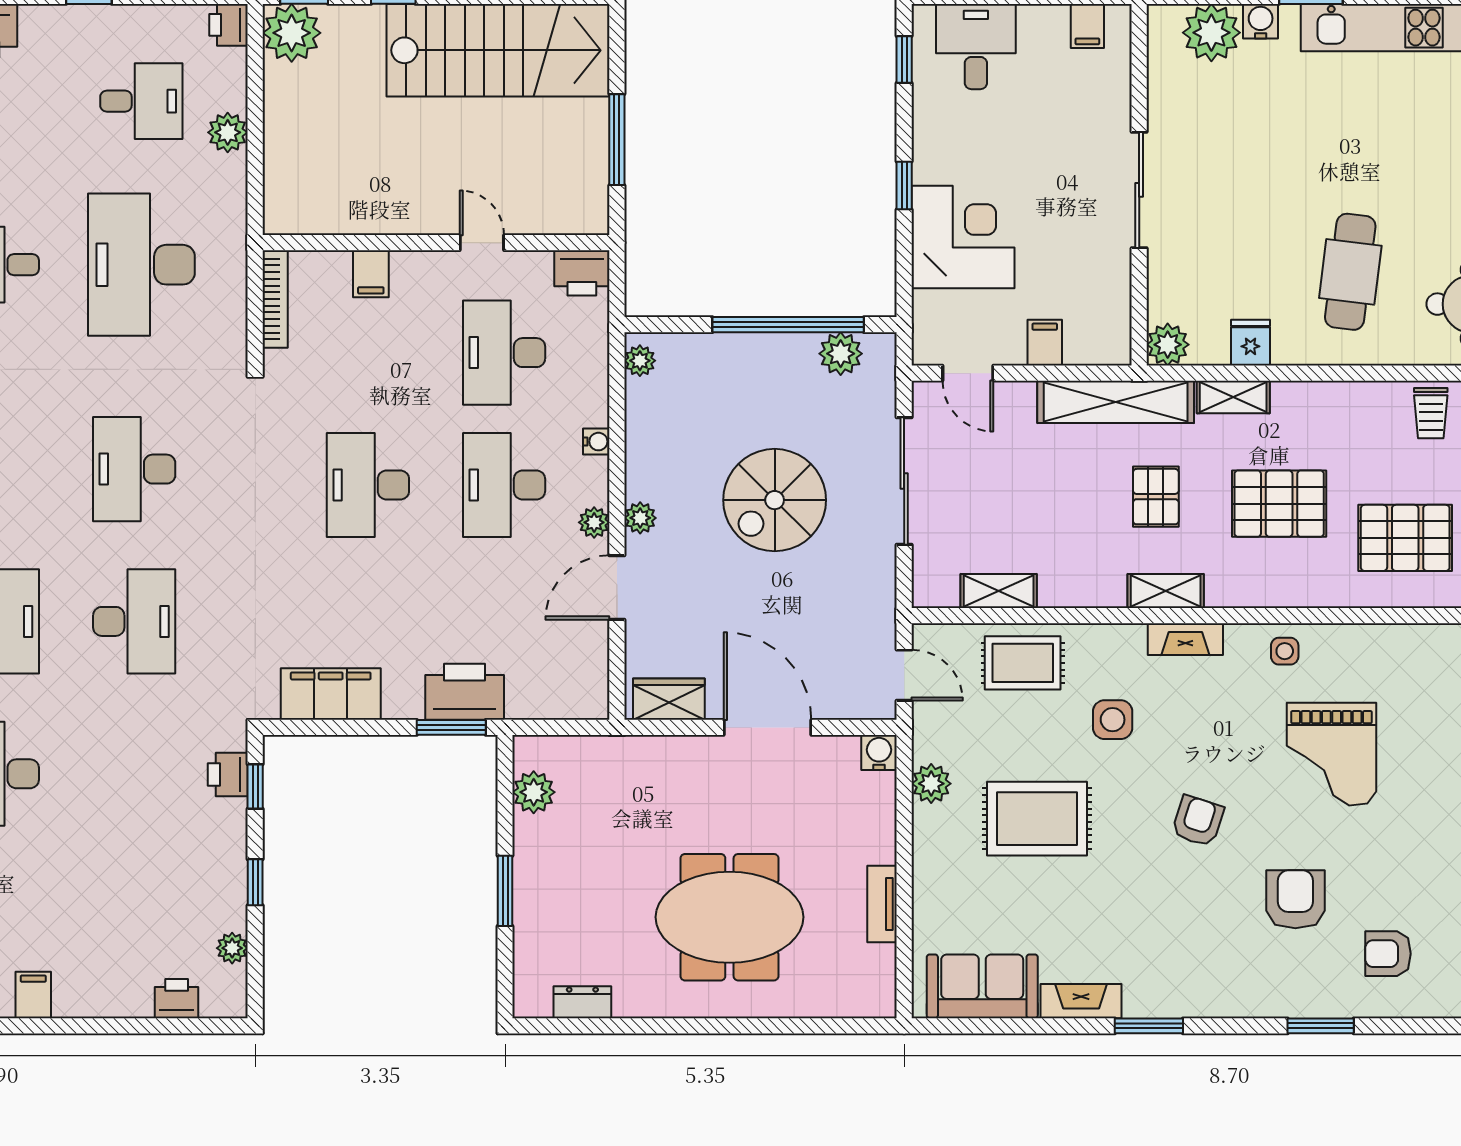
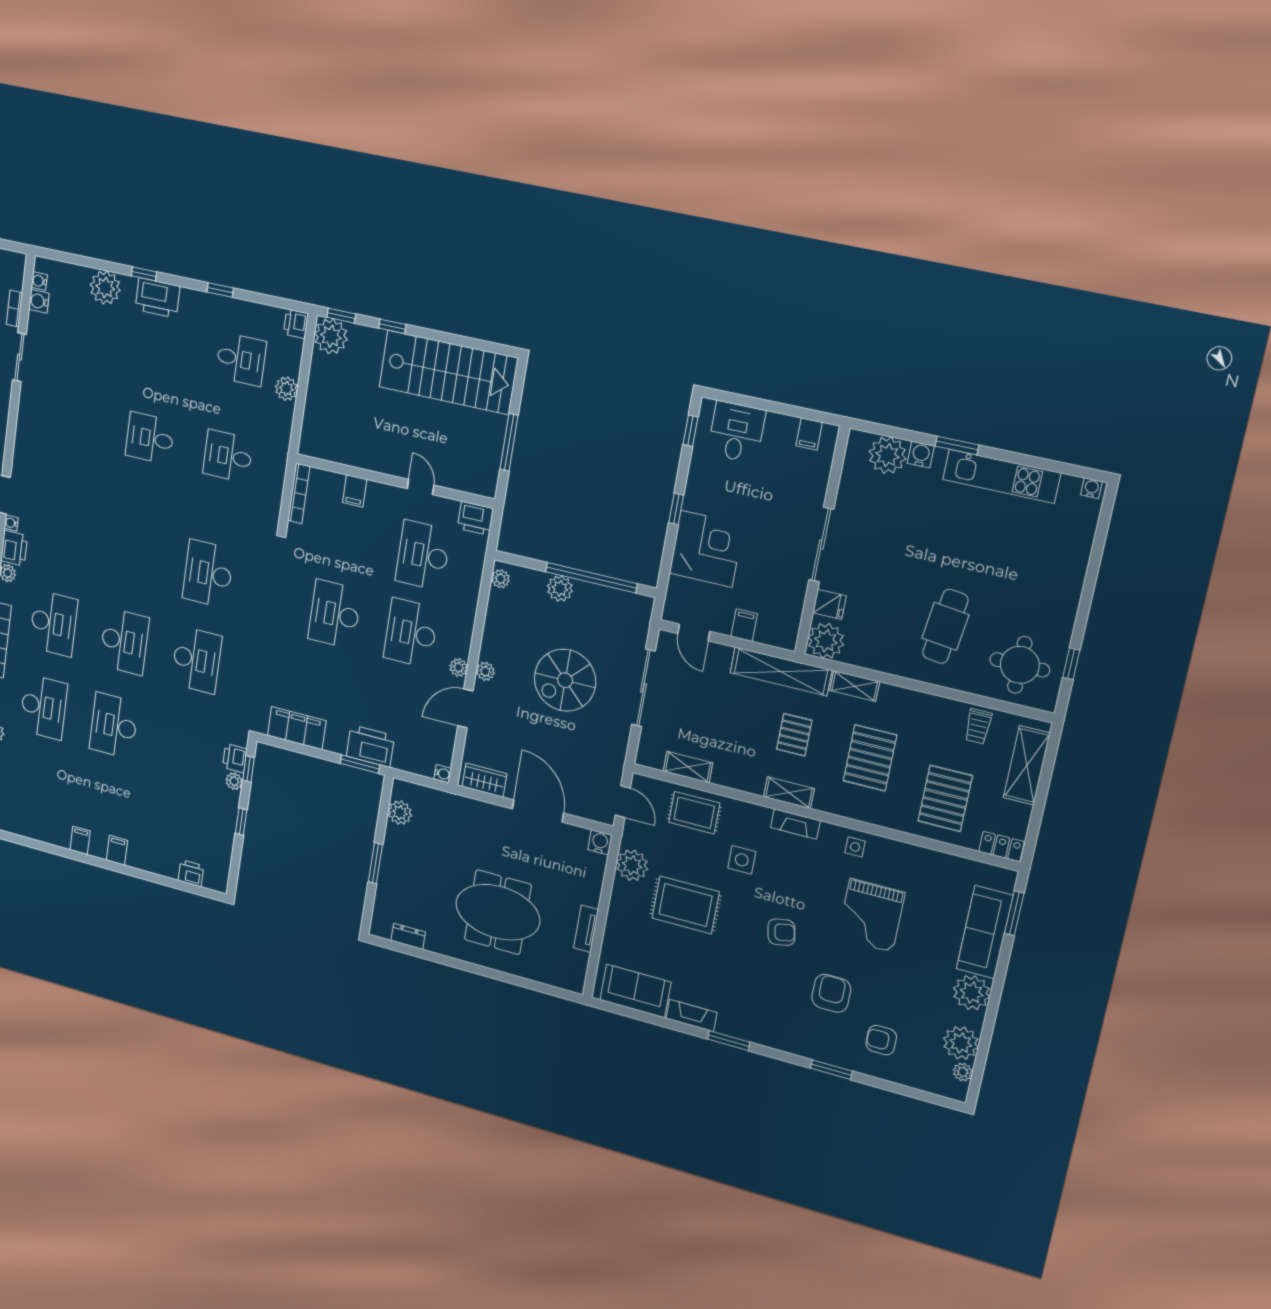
desk: (141, 265) -> (228, 456), width x0.53, depth x0.77
fridge: (1250, 343) -> (829, 604), moved, turned 90
plant: (1168, 345) -> (826, 641), width x1.36, depth x1.36
plant: (841, 354) -> (560, 588), moved
water cooler: (596, 442) -> (443, 774), moved
pallet: (1279, 504) -> (870, 758), turned 90
pallet: (1405, 538) -> (945, 798), turned 90
plant: (931, 784) -> (632, 865), width x1.36, depth x1.36
armchair: (1198, 821) -> (781, 932), turned 61
plant: (232, 948) -> (234, 781), moved

